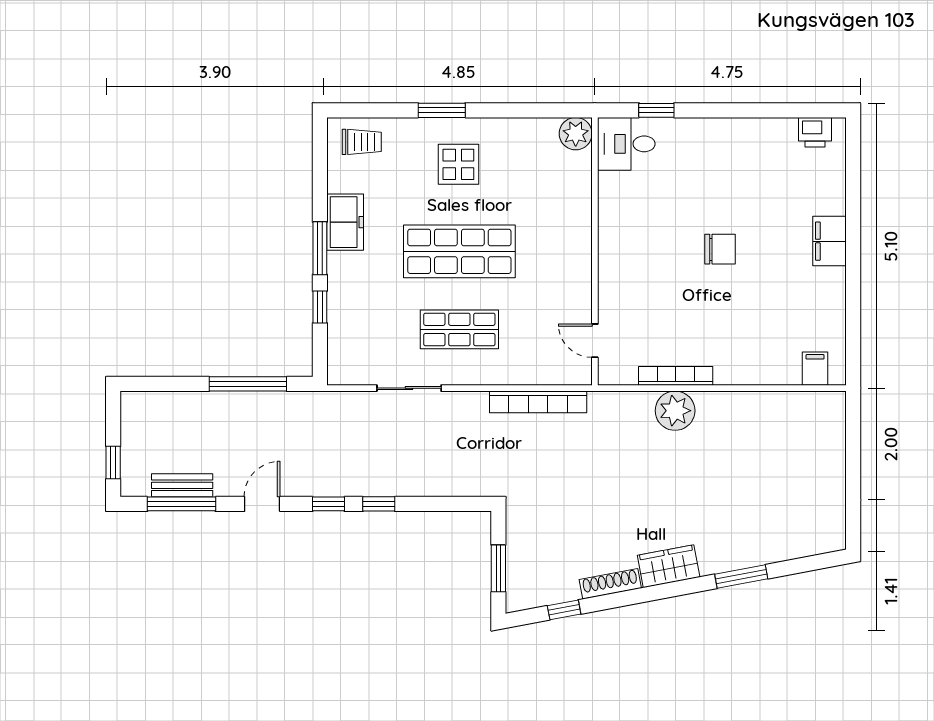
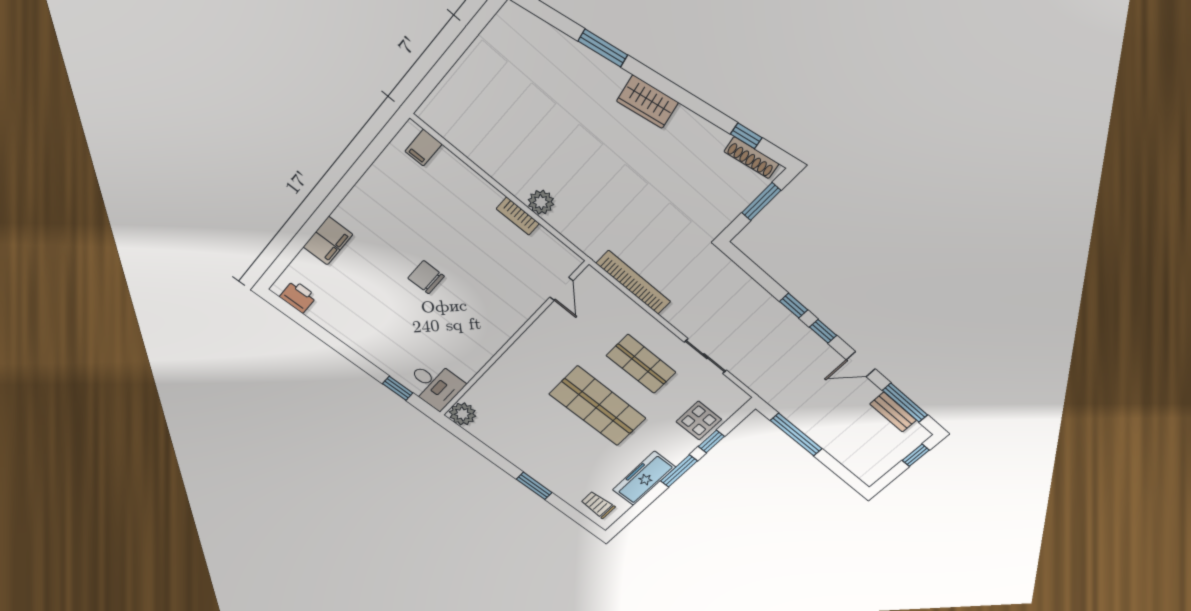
display table: (458, 164) -> (699, 421), moved
freezer: (345, 222) -> (644, 478), width x1.40
filing cabinet: (829, 241) -> (328, 241), moved
bookcase: (676, 376) -> (518, 216), width x0.64
plant: (675, 411) -> (541, 202), width x0.73, depth x0.73
shoe rack: (610, 584) -> (752, 158), moved

